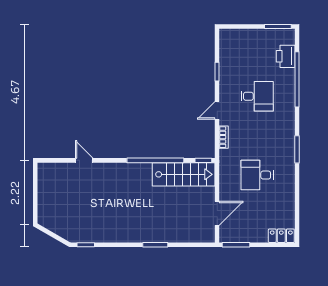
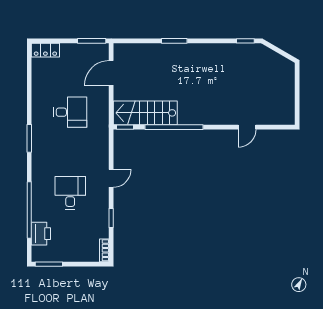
desk: (257, 96) -> (70, 193), turned 90
bookcase: (224, 137) -> (104, 250), moved
door: (84, 160) -> (247, 127), hinge flipped

